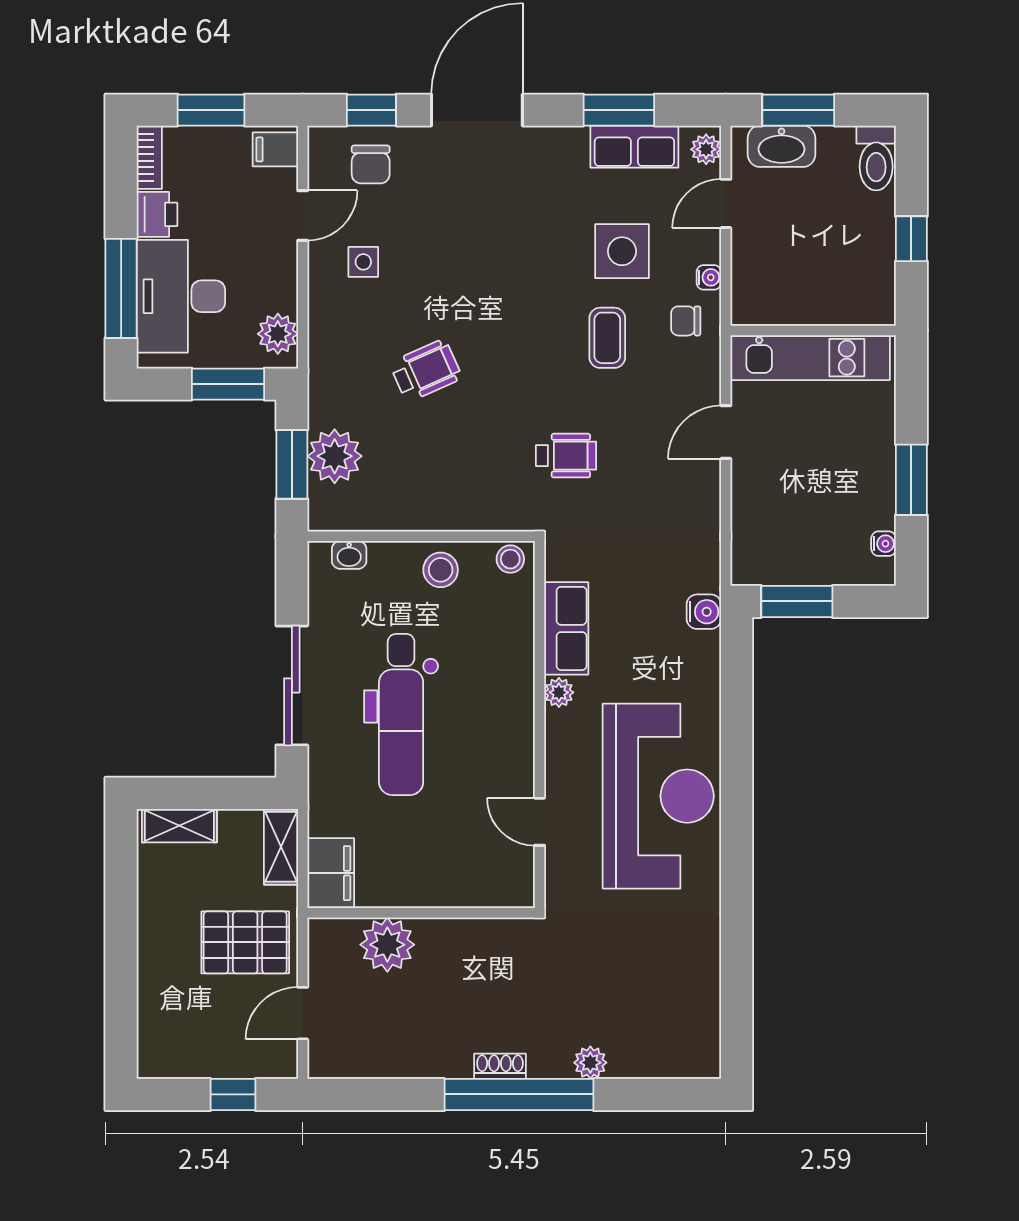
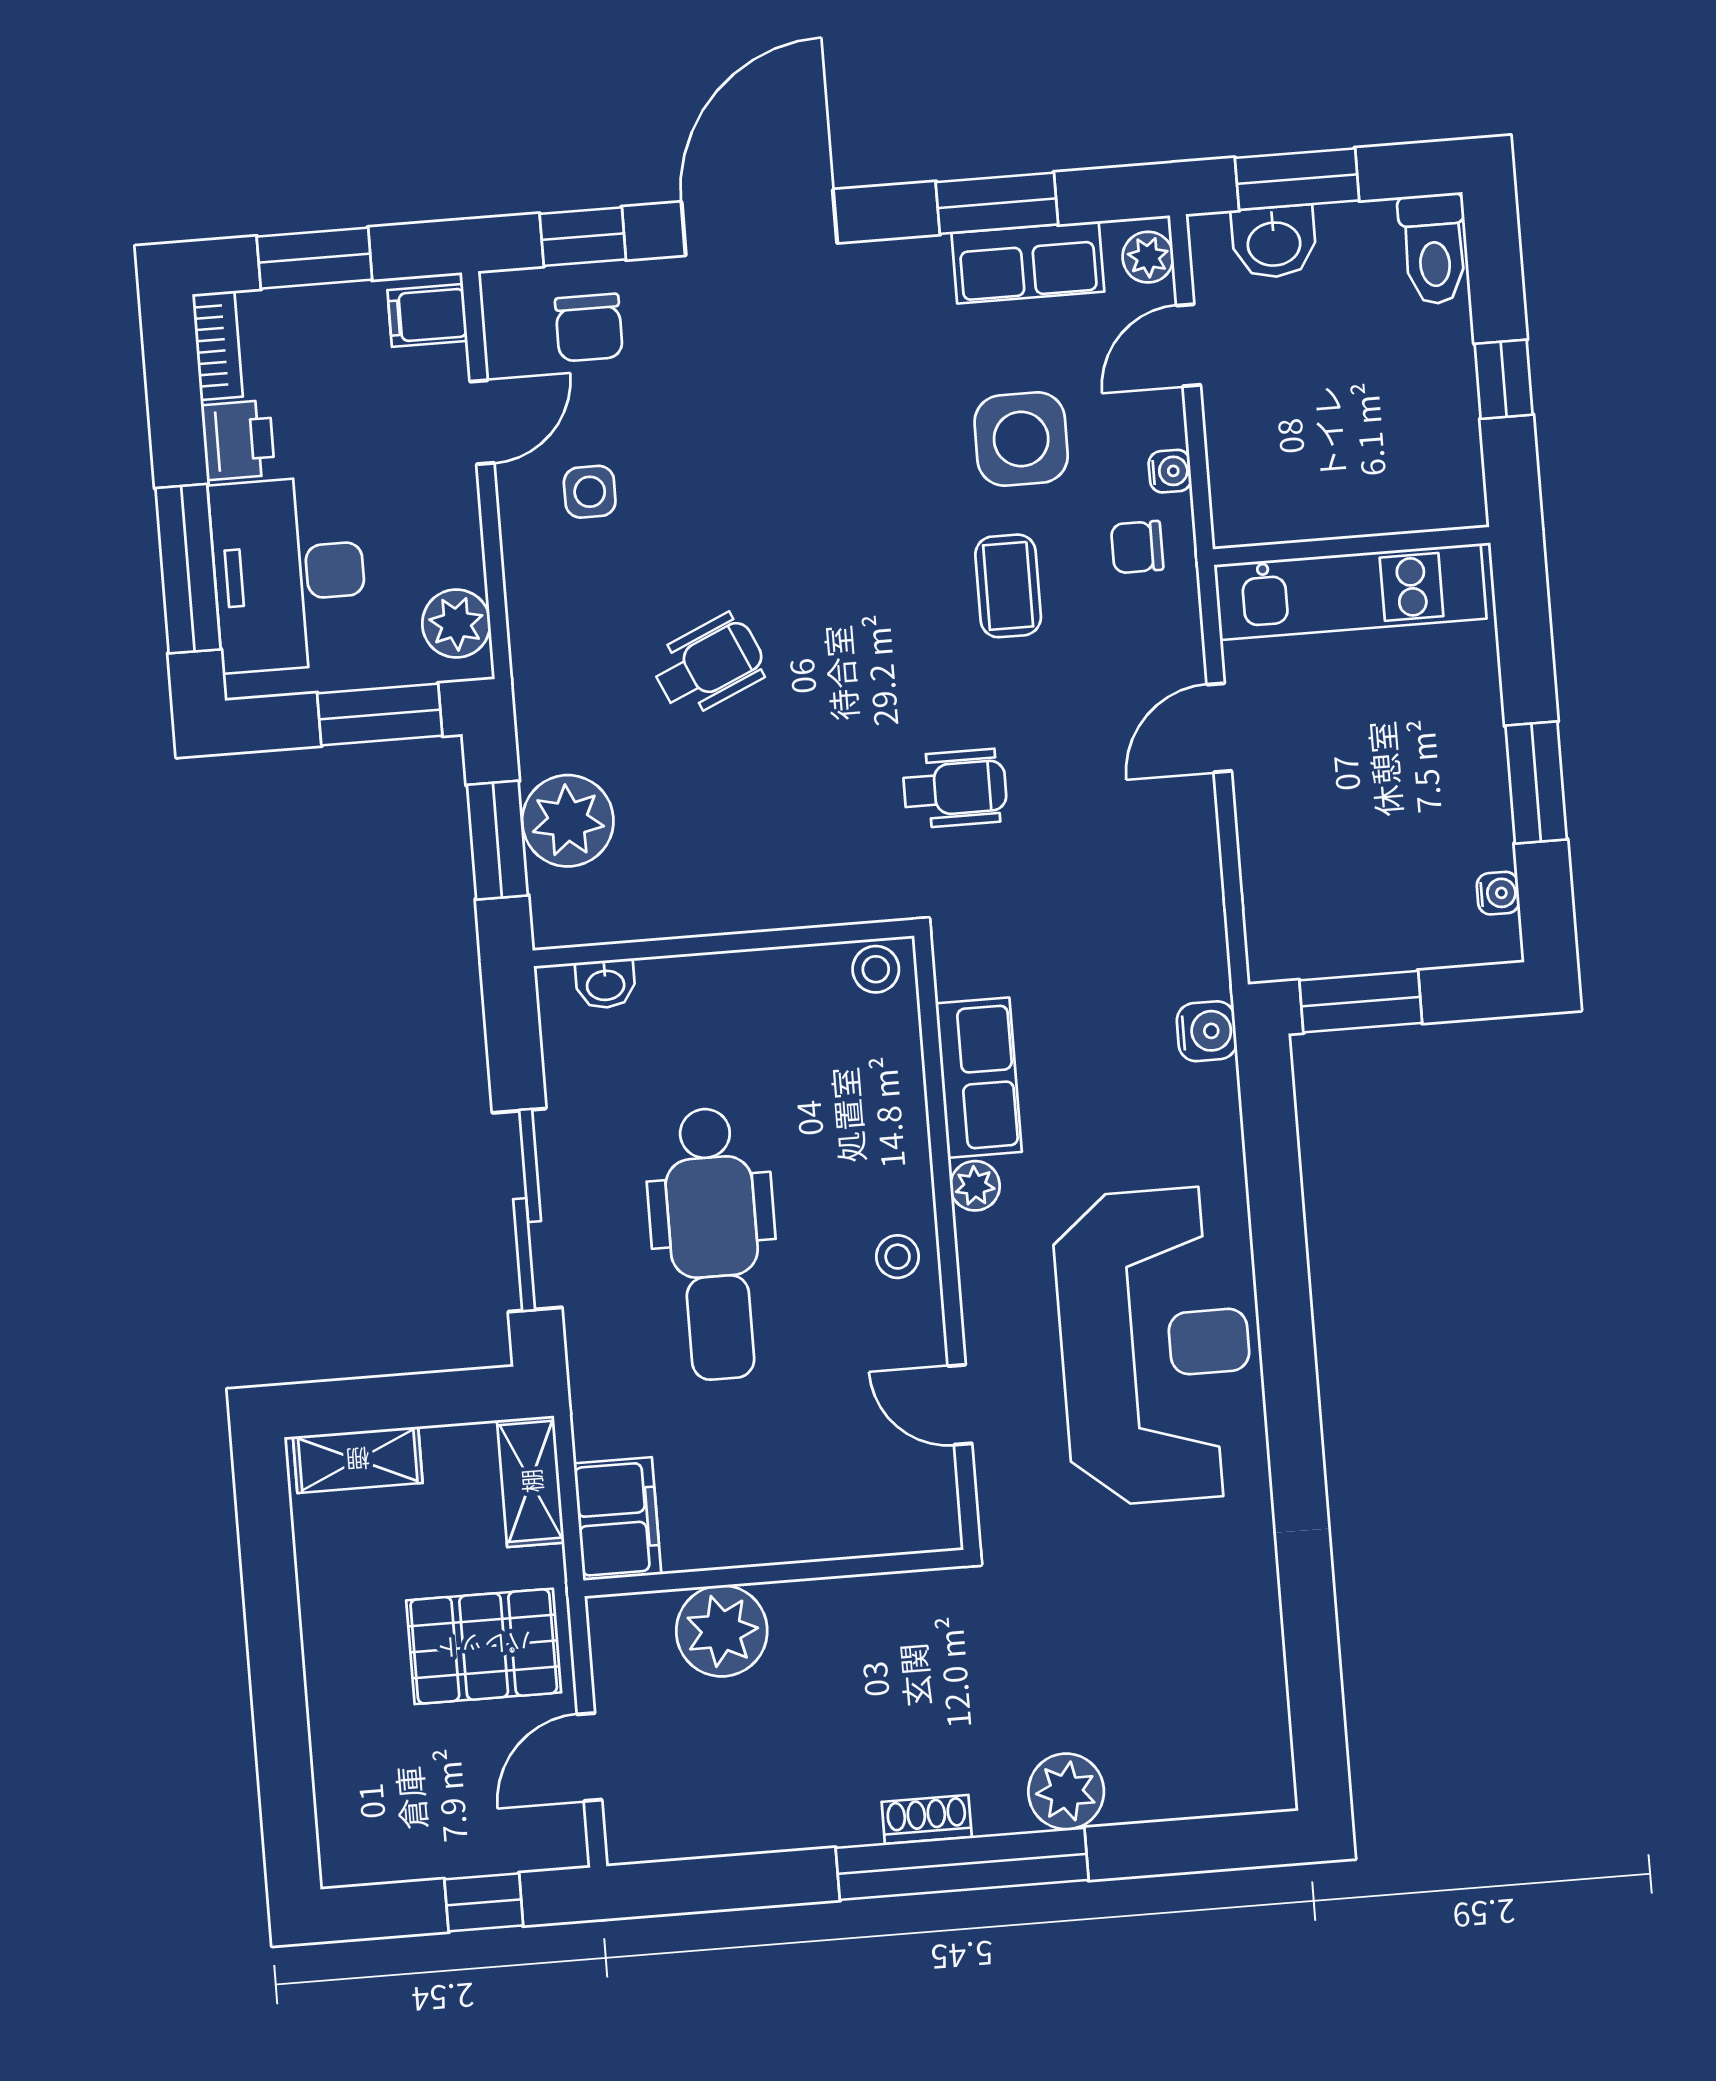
washbasin: (781, 146) -> (1274, 242), width x0.72
stool: (441, 570) -> (898, 1257), moved, width x0.73, depth x0.73
plant: (590, 1063) -> (1066, 1791), width x1.38, depth x1.38

